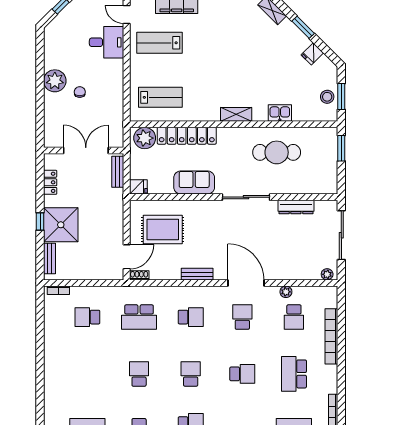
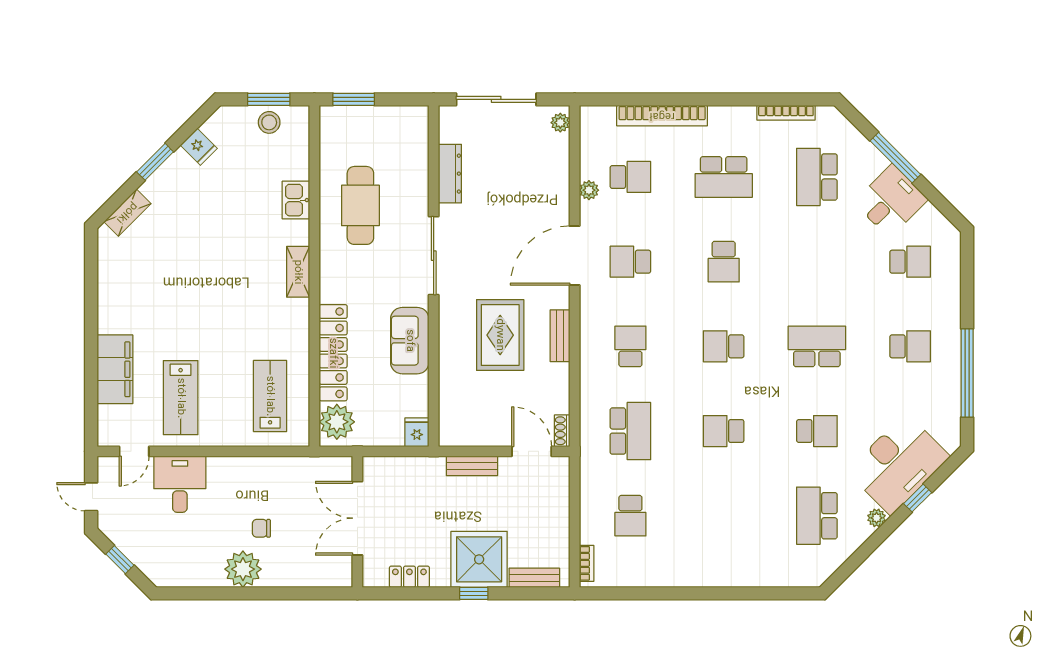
bench: (118, 172) -> (472, 466), moved
rug: (163, 230) -> (500, 335), moved
school desk: (242, 374) -> (724, 262), turned 180

